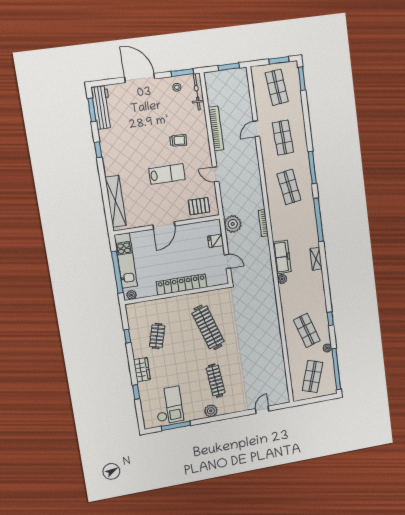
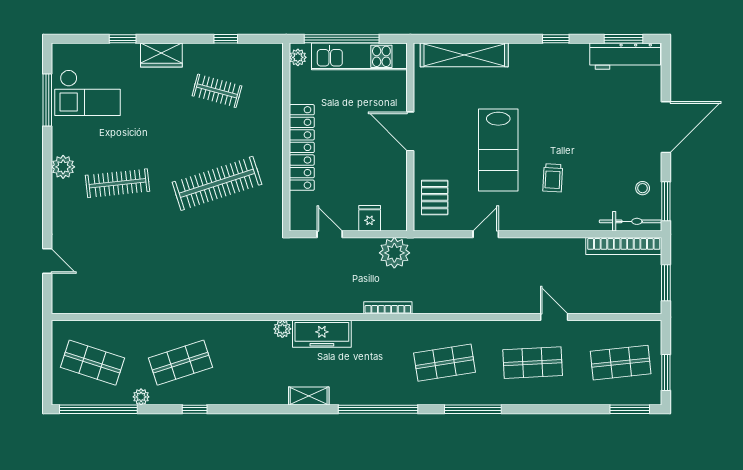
bookcase: (216, 128) -> (624, 246), moved
lab bench: (167, 174) -> (498, 150), width x1.36, depth x1.39
door: (227, 261) -> (330, 234), swing flipped

